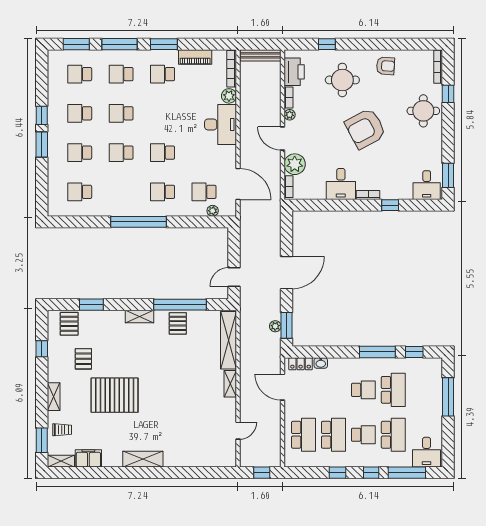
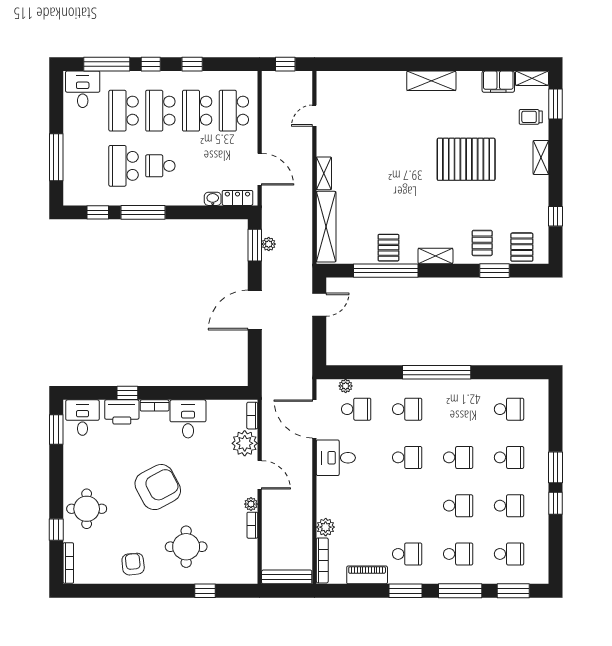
armchair: (386, 66) -> (133, 564), turned 80
printer: (294, 72) -> (122, 412), moved, turned -90
desk: (221, 124) -> (336, 458), moved, width x0.73
pallet: (83, 359) -> (482, 243), moved
school desk: (363, 435) -> (160, 111), width x1.85

